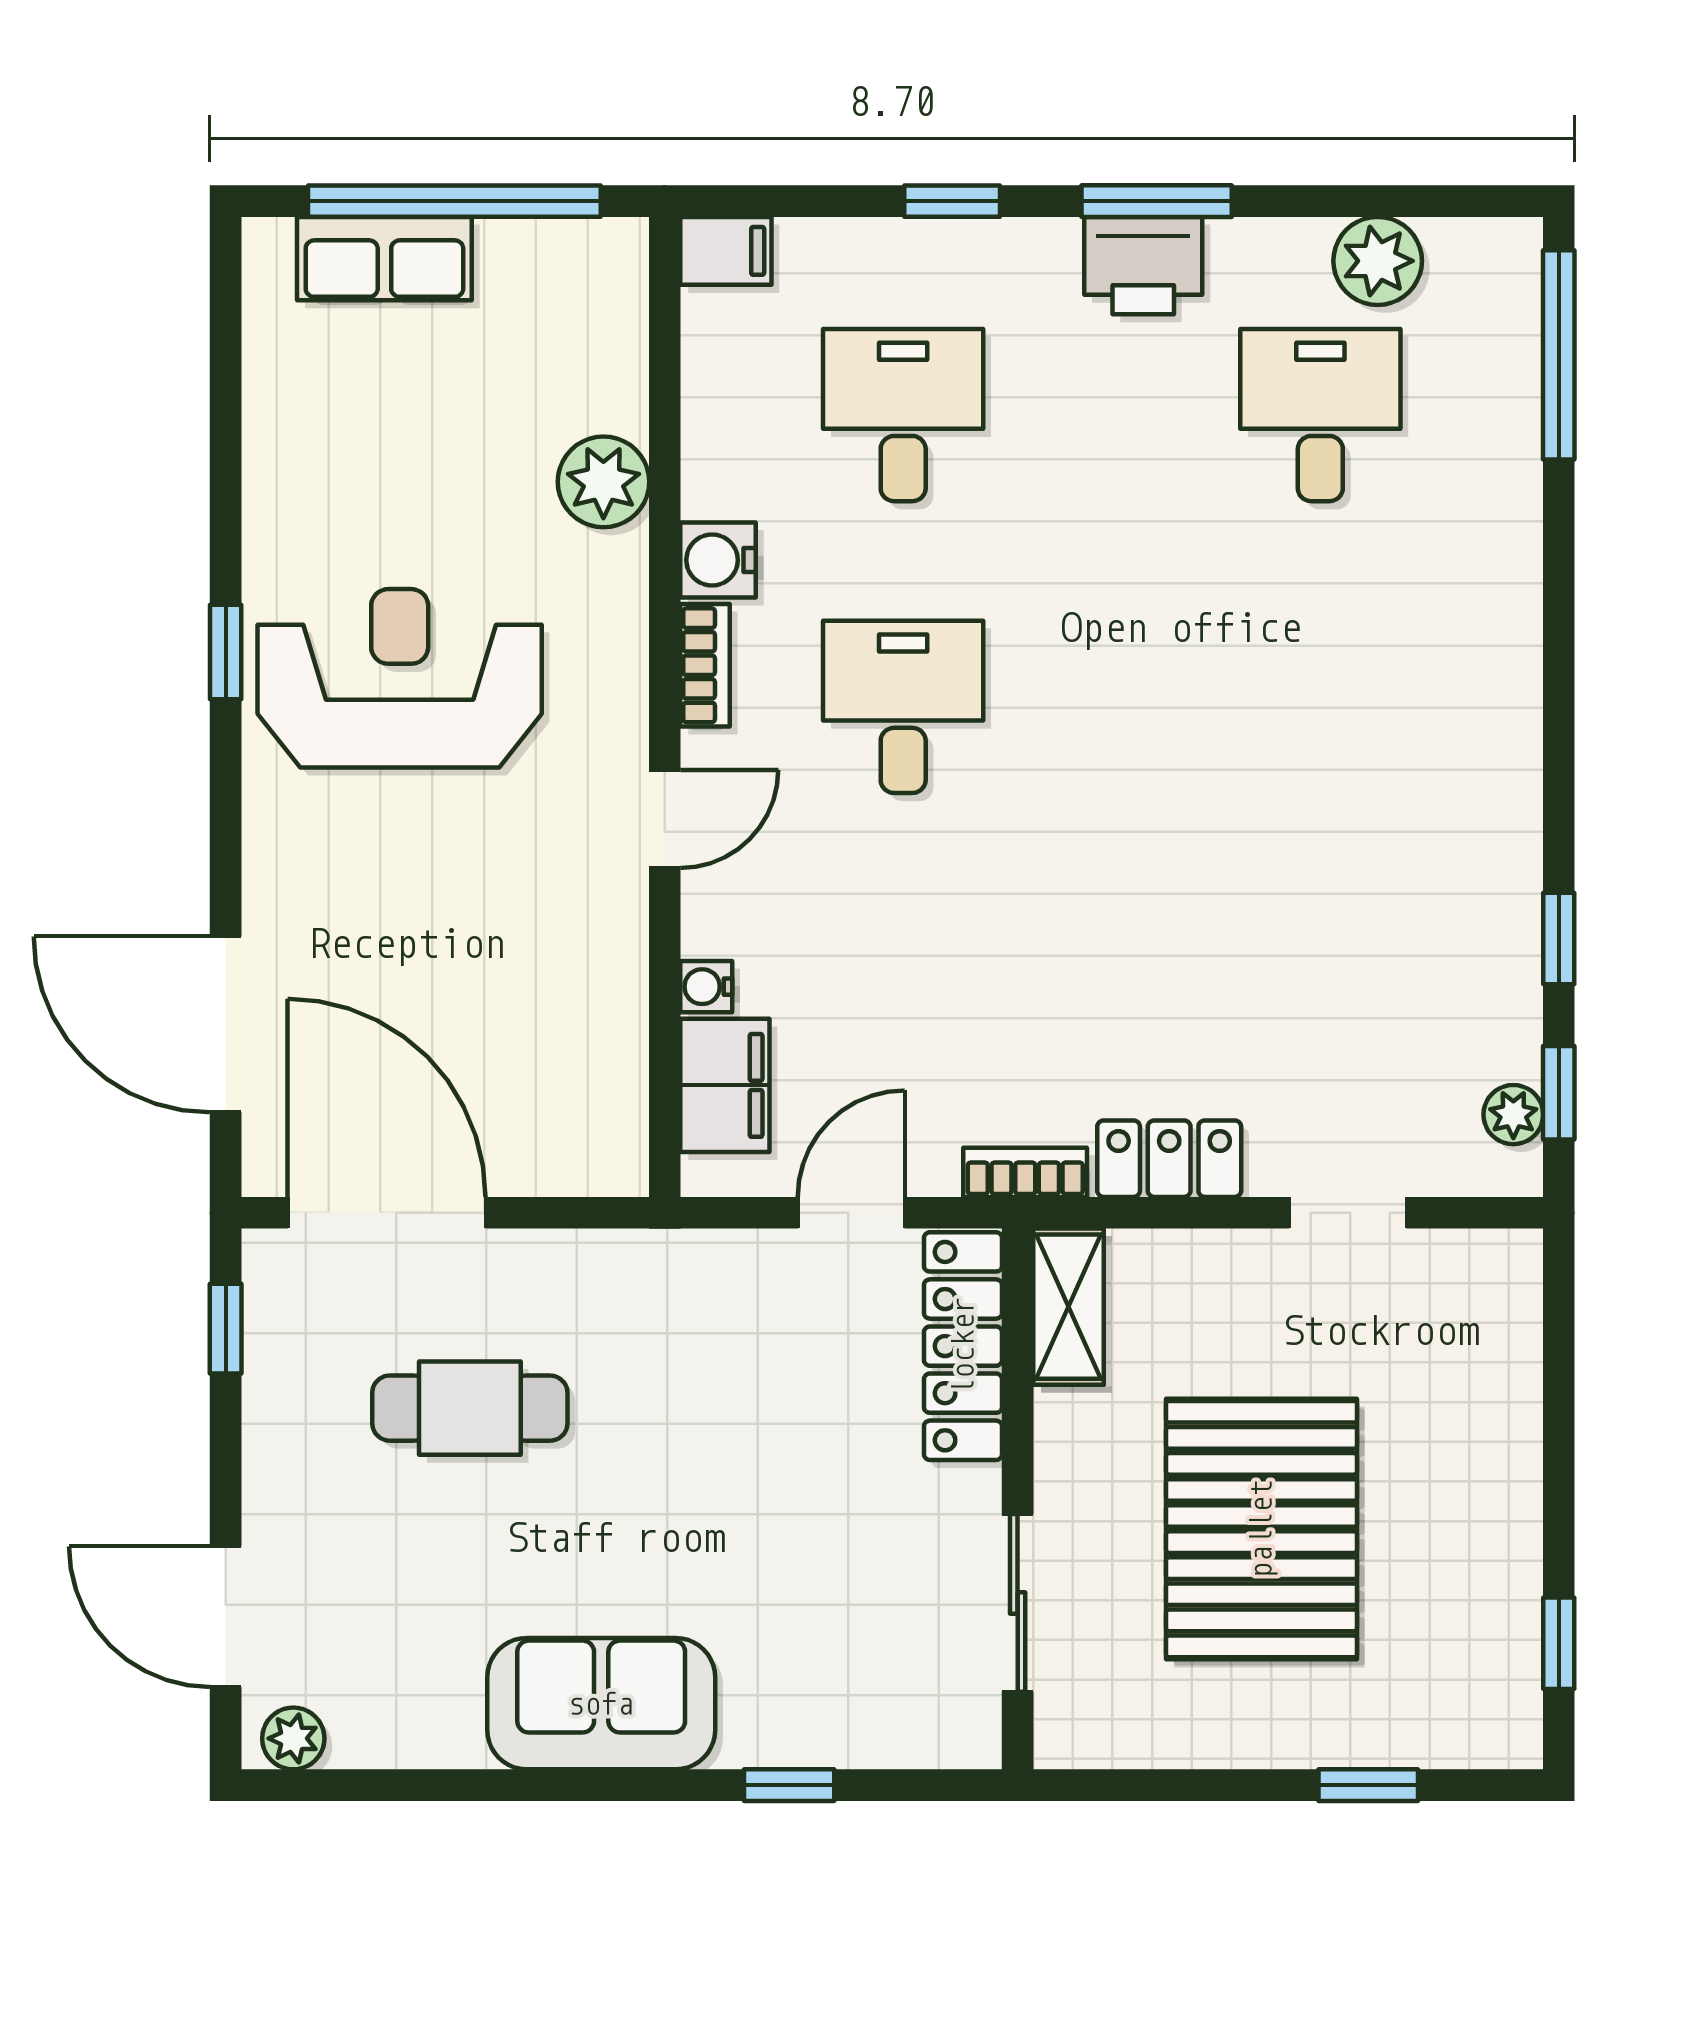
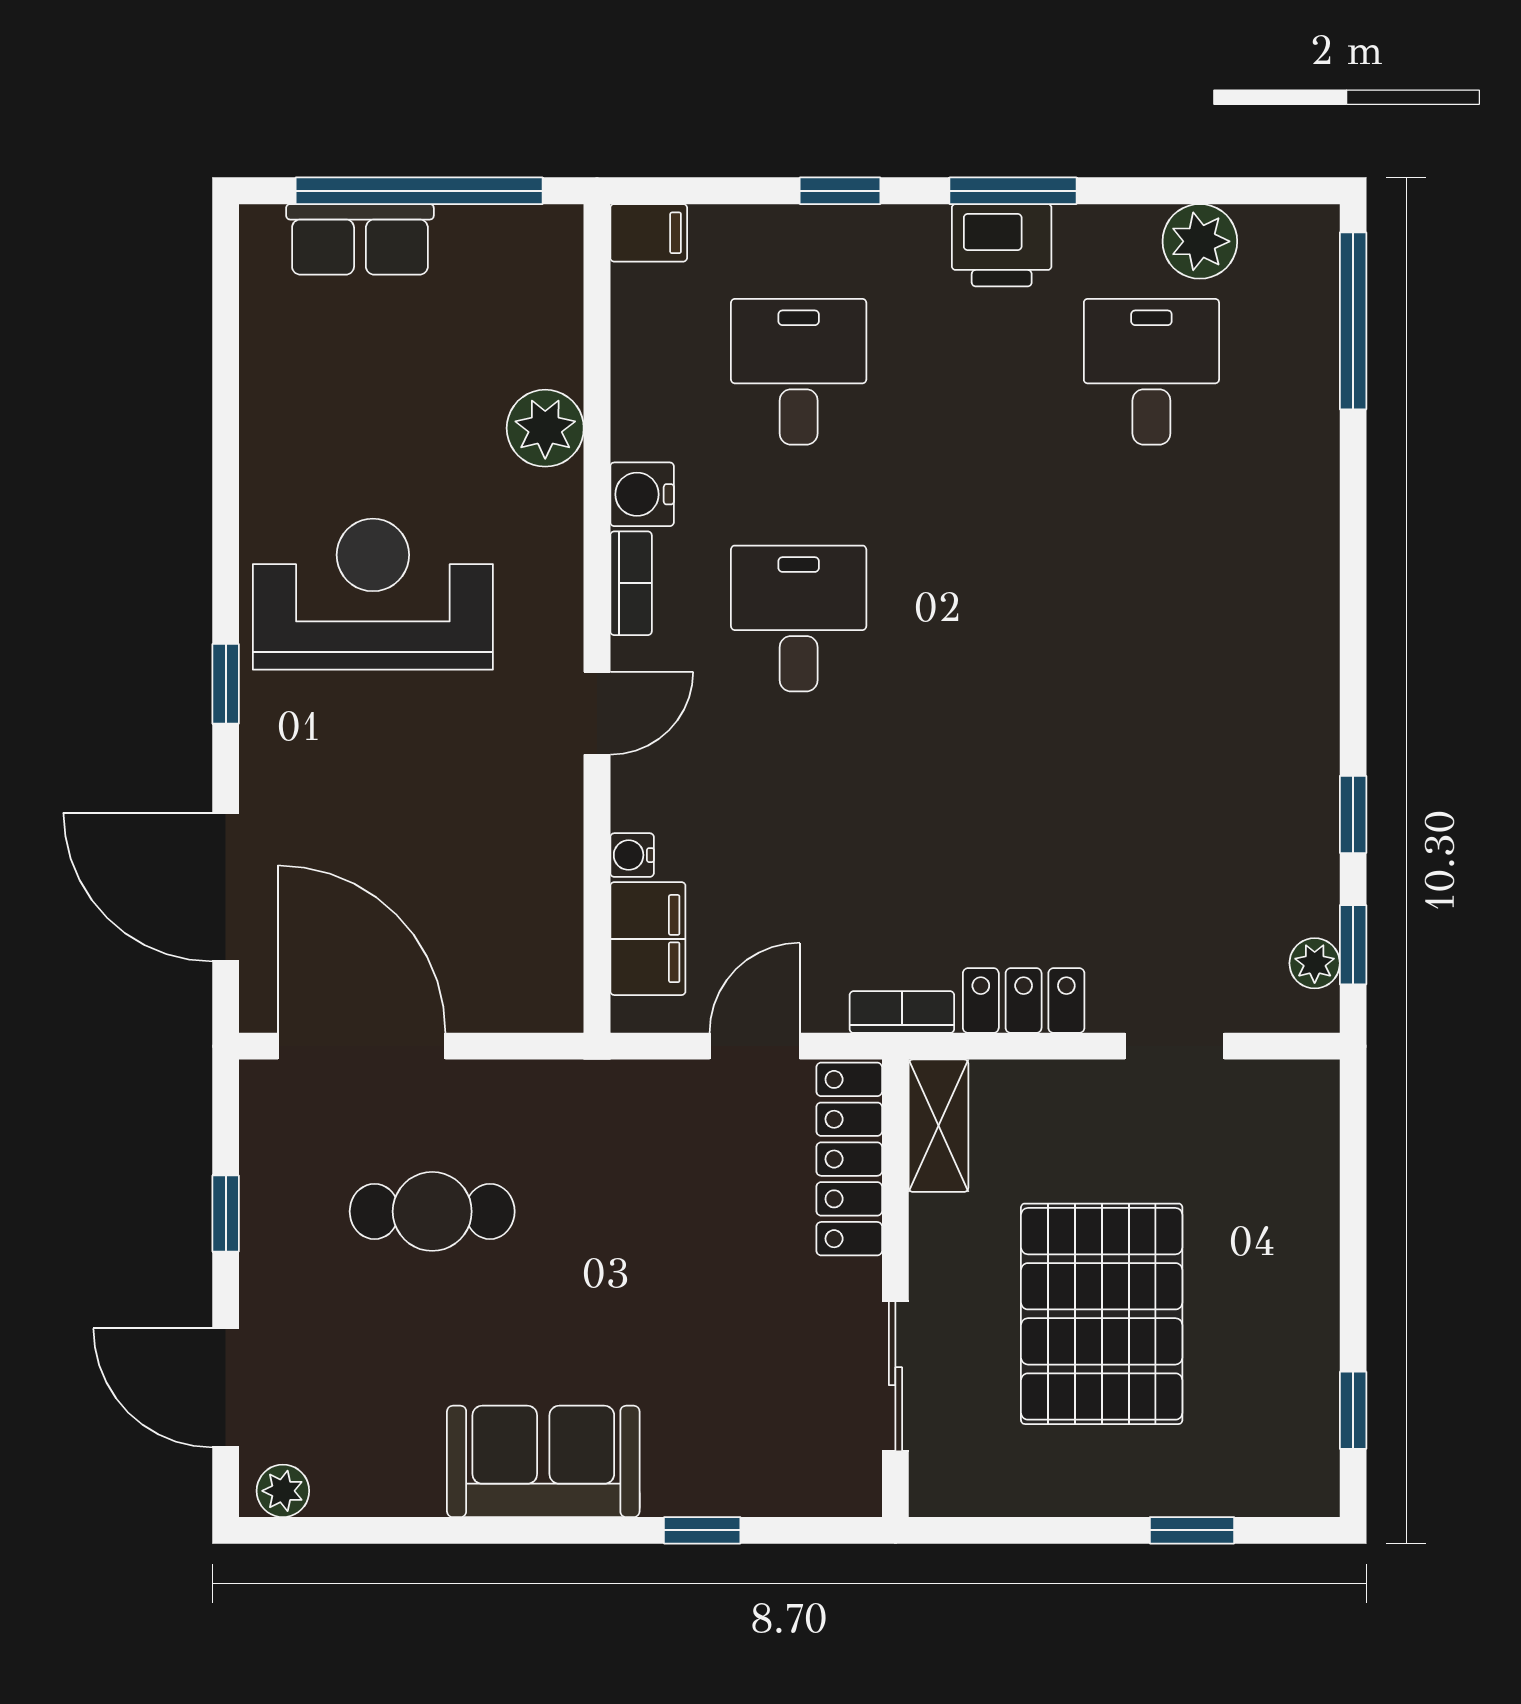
window: (226, 652) -> (226, 684), moved
window: (226, 1329) -> (226, 1214), moved

